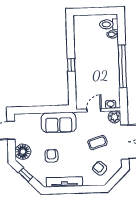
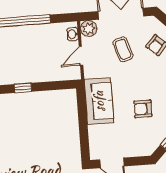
door: (94, 110) -> (81, 56), hinge flipped
floor lamp: (23, 152) -> (139, 146), removed

